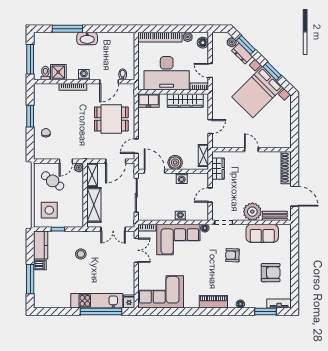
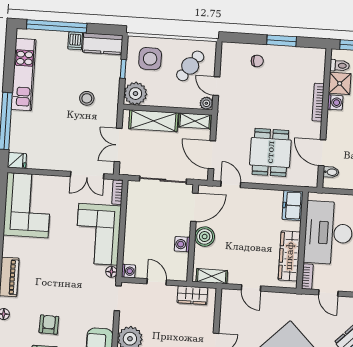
door: (210, 71) -> (328, 293), swing flipped
washing machine: (84, 75) -> (335, 102), moved
washing machine: (180, 216) -> (128, 271), moved
plant: (75, 219) -> (135, 94), added
armchair: (232, 255) -> (49, 325), moved
window: (30, 279) -> (57, 26), width x1.46
kitchen unit: (97, 301) -> (24, 74), moved

